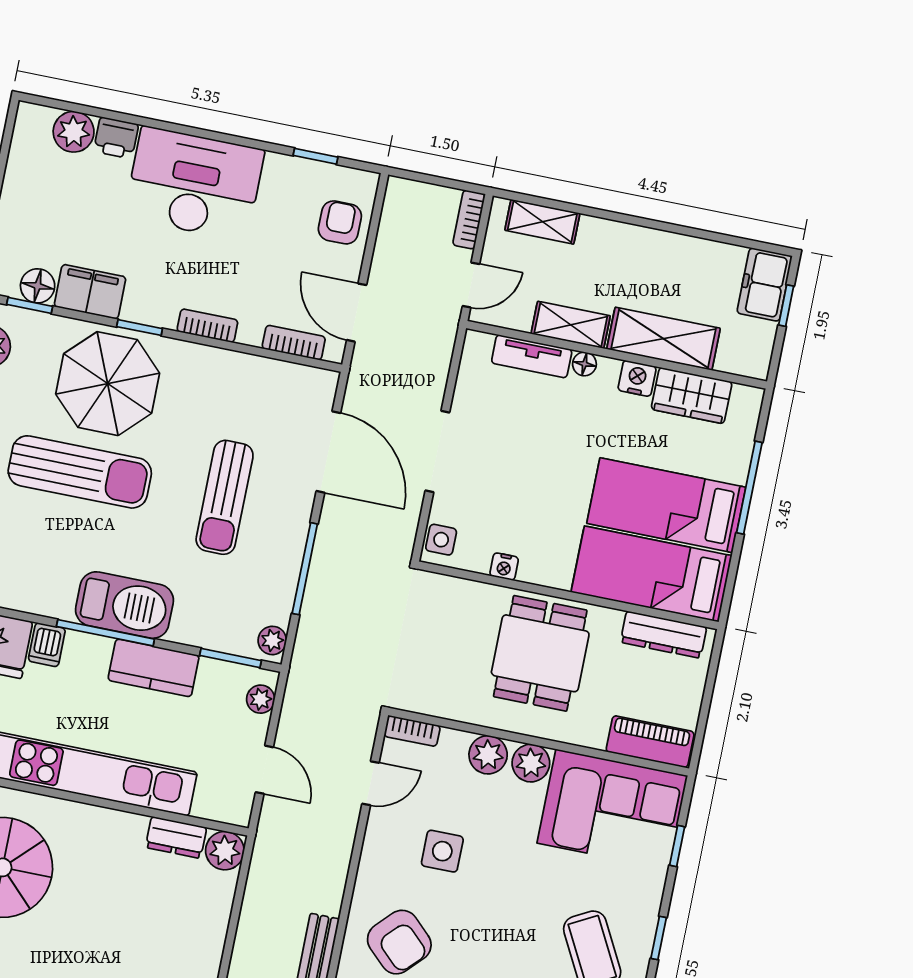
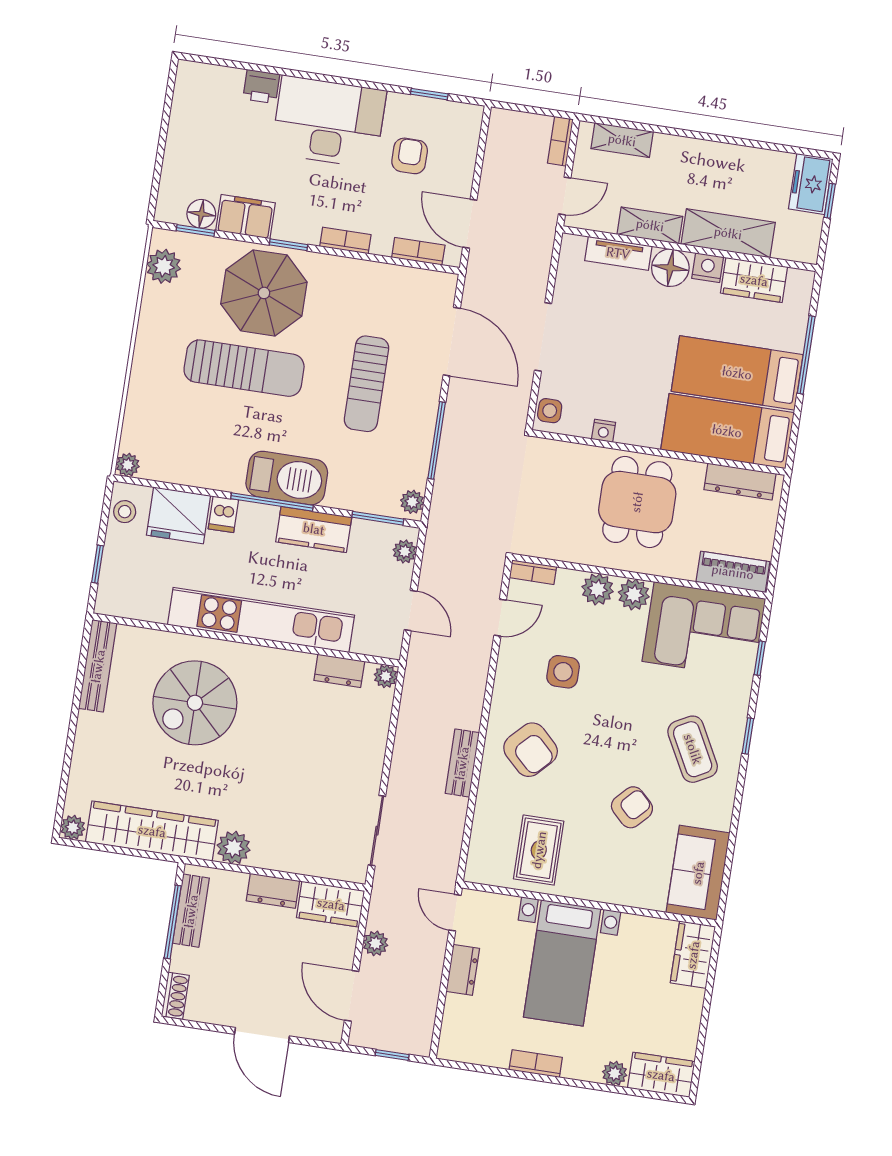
plant: (74, 132) -> (225, 83), removed
armchair: (340, 222) -> (410, 156), moved
floor lamp: (584, 364) -> (670, 268), width x1.89, depth x1.89
plant: (225, 851) -> (386, 676), width x0.73, depth x0.73

